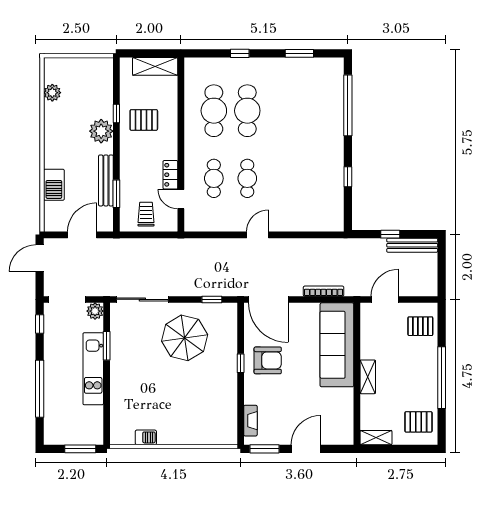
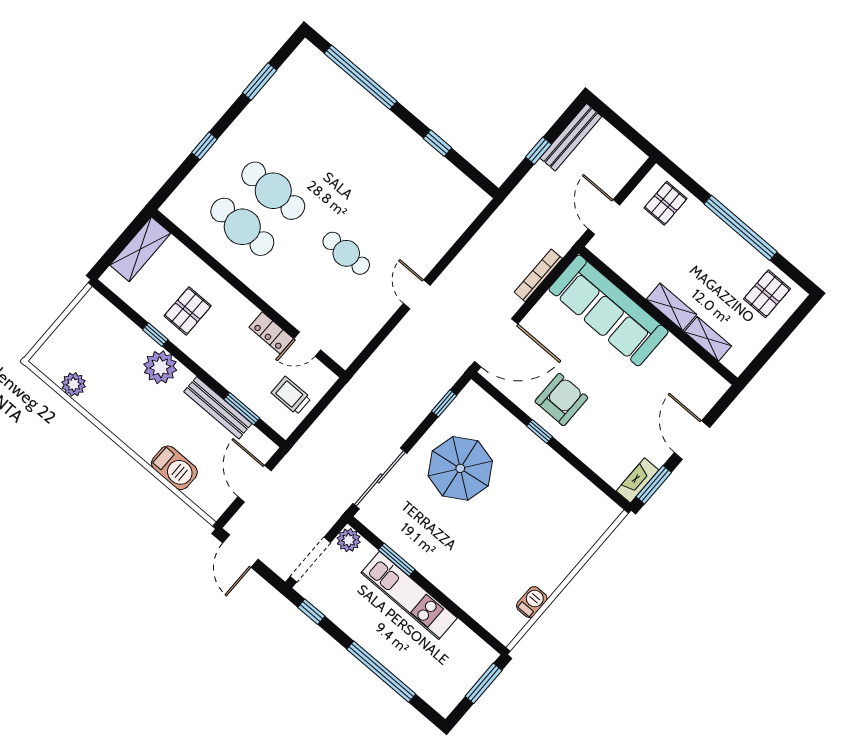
cafe table: (214, 178) -> (315, 289), removed
fireplace: (250, 421) -> (637, 480), moved, turned -90
shelving: (376, 438) -> (708, 339), moved, turned 90

